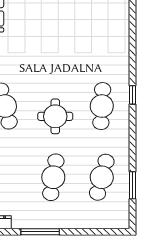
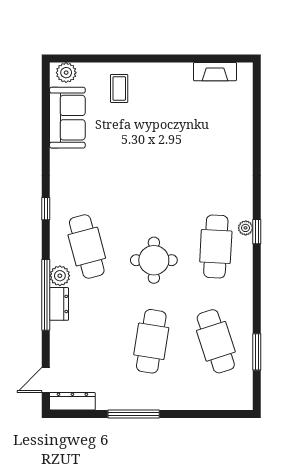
plant: (124, 92) -> (246, 228), added
cafe table: (102, 177) -> (216, 341), turned -33

